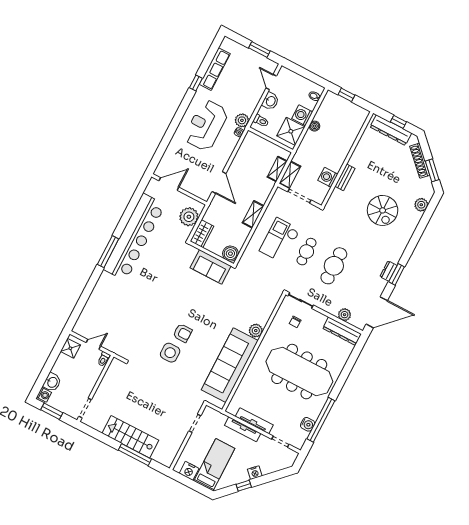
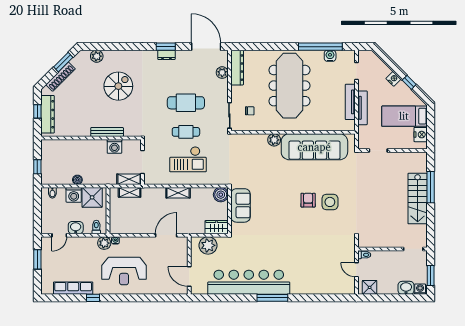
bench: (345, 177) -> (107, 132), width x1.36

